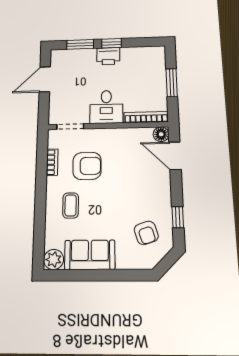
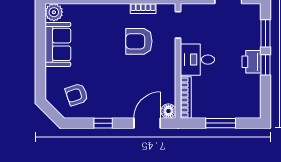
armchair: (87, 166) -> (139, 41), turned 90
coffee table: (71, 205) -> (102, 27), removed
window: (178, 217) -> (103, 123), moved

